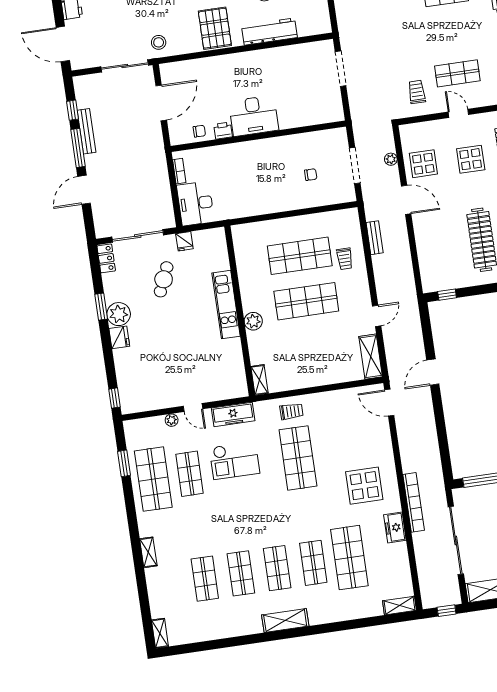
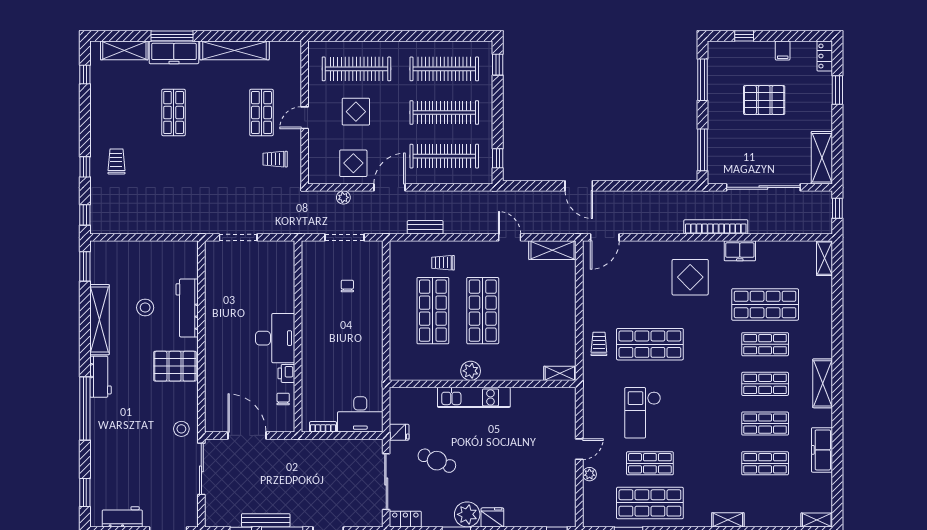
clothes rail: (442, 246) -> (444, 156), added
trolley: (345, 259) -> (443, 263), turned 180
plant: (253, 321) -> (471, 371), moved
freezer: (233, 414) -> (822, 450), moved, turned 180
checkout: (234, 460) -> (643, 413), turned 180

